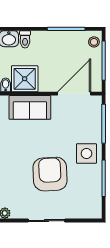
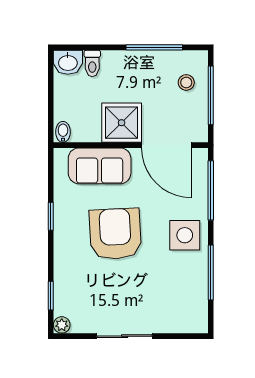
stool: (94, 42) -> (186, 82), moved
shower: (25, 79) -> (122, 123), moved
door: (74, 94) -> (166, 145), swing flipped
armchair: (50, 174) -> (115, 234), moved

